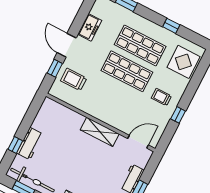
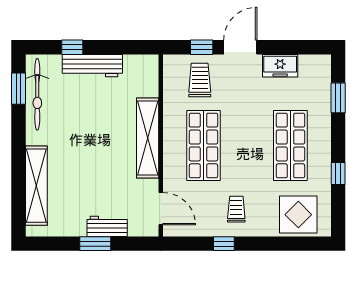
shop shelf: (127, 71) -> (203, 145), moved
shelving: (100, 132) -> (148, 138), width x1.47
workbench: (30, 144) -> (92, 66), width x1.38

